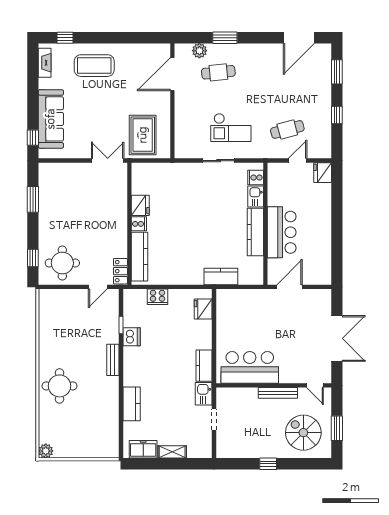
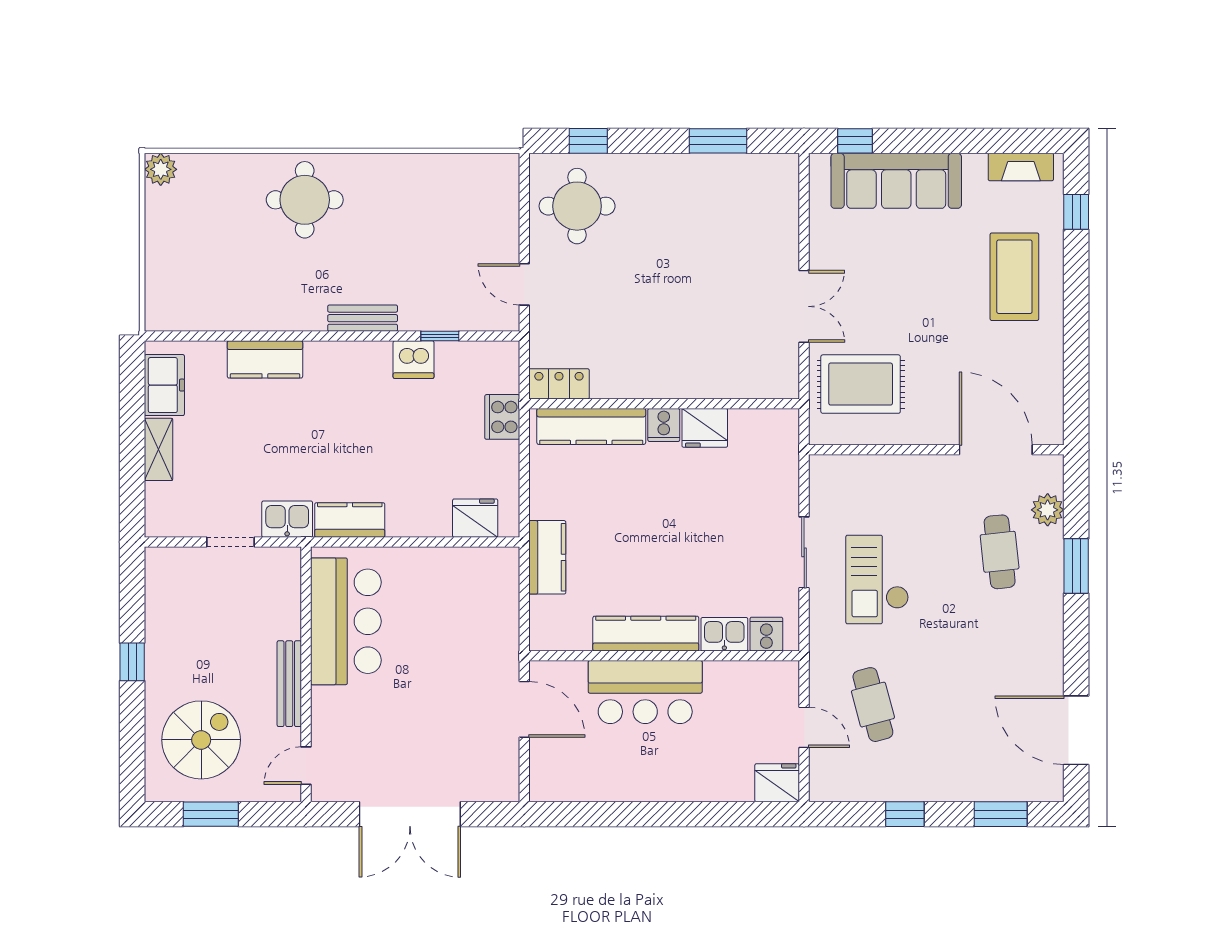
fridge: (140, 205) -> (705, 428), moved
wall: (129, 224) -> (664, 404), moved
cooker: (139, 224) -> (664, 425), moved
kitchen counter: (140, 257) -> (591, 426), moved
locker: (120, 271) -> (559, 384), moved

